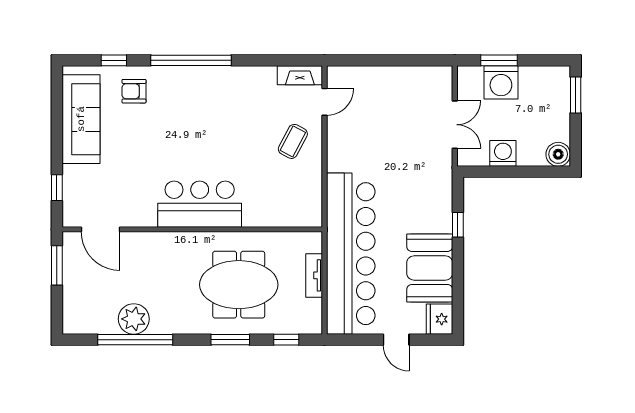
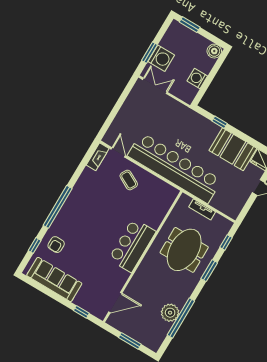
double door: (455, 125) -> (155, 86), moved
bar counter: (351, 254) -> (174, 168), moved
window: (57, 265) -> (130, 341), moved

